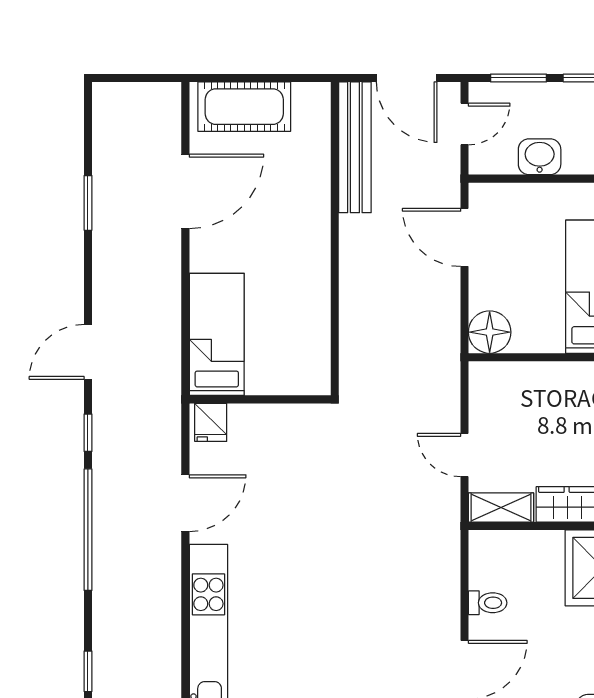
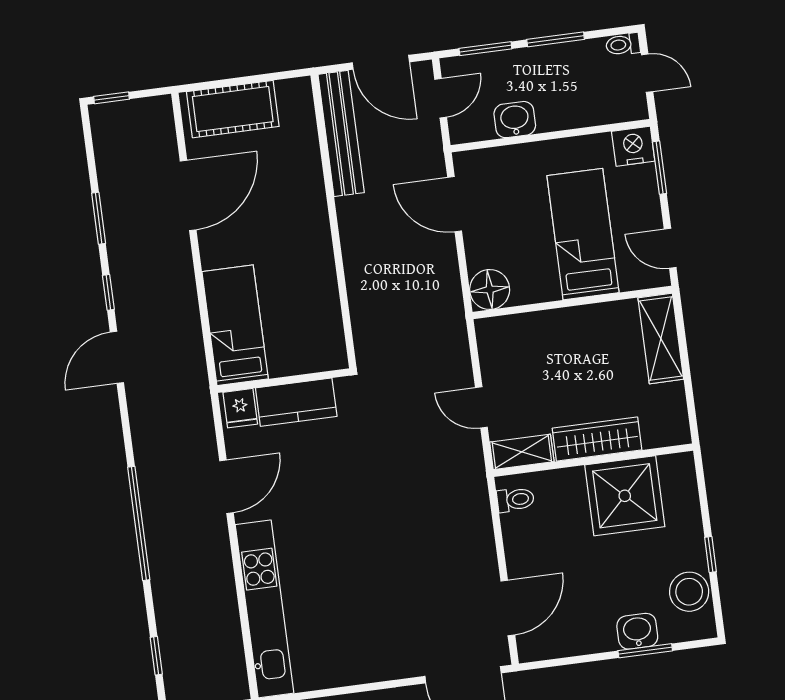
window: (118, 78) -> (112, 98), added
kitchen counter: (270, 424) -> (296, 402), added
window: (88, 433) -> (108, 292), moved
toilet: (488, 603) -> (515, 500), moved

